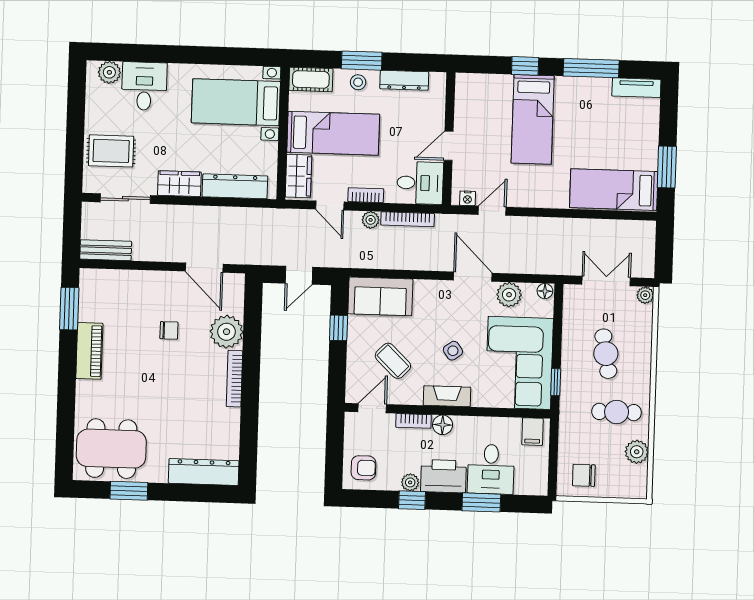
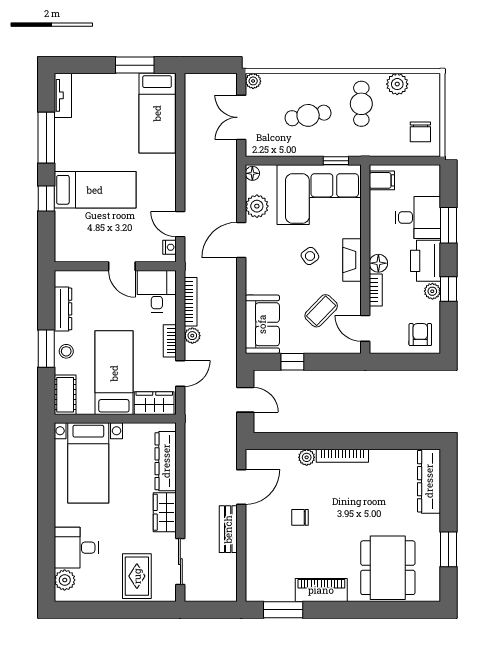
bench: (106, 250) -> (228, 529), moved
chair: (169, 330) -> (300, 517), turned -90
plant: (227, 332) -> (307, 457), width x0.53, depth x0.53
dining table: (111, 449) -> (388, 568), moved

